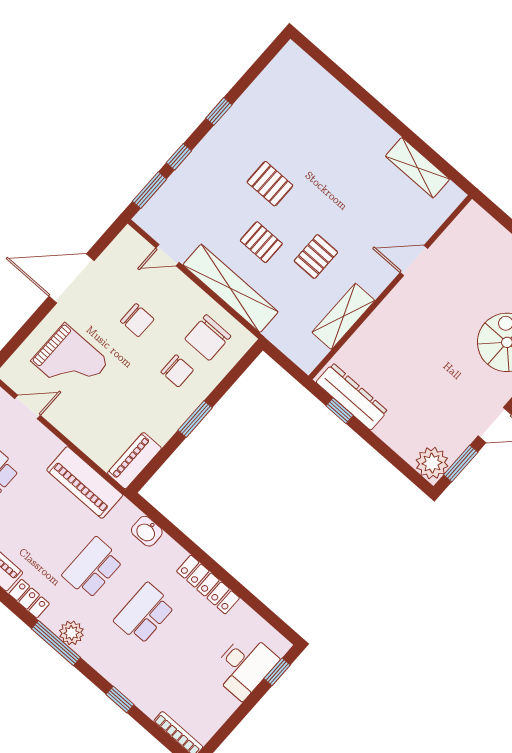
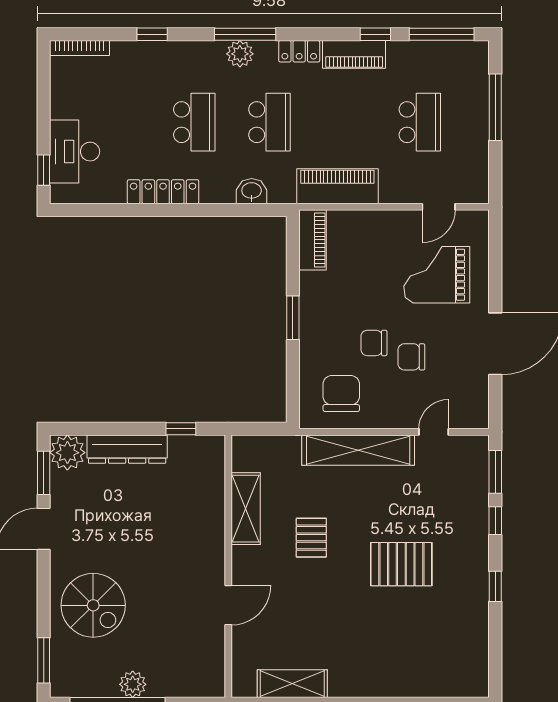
pallet: (270, 184) -> (401, 564), width x1.50, depth x1.42
pallet: (261, 242) -> (366, 510), removed
chair: (177, 371) -> (374, 343), moved
dresser: (352, 397) -> (127, 449), moved

